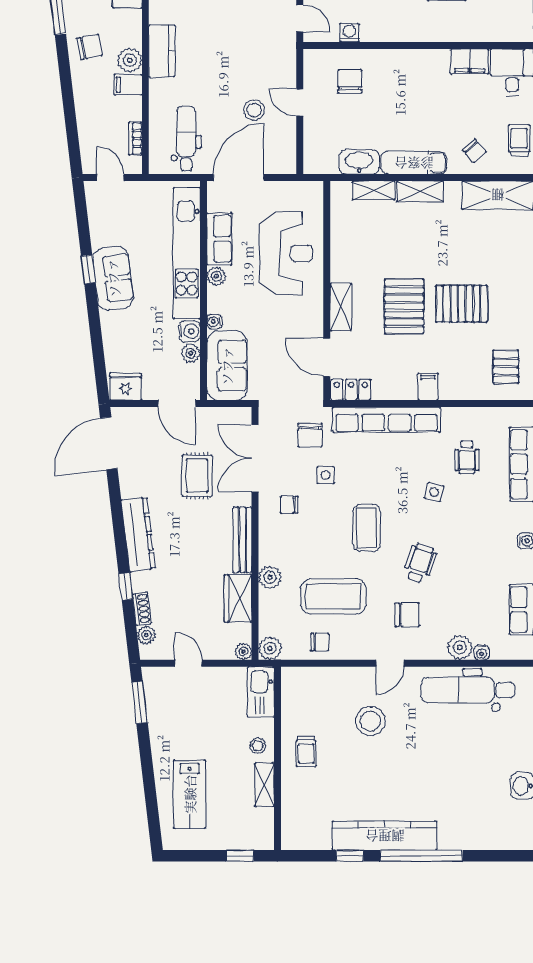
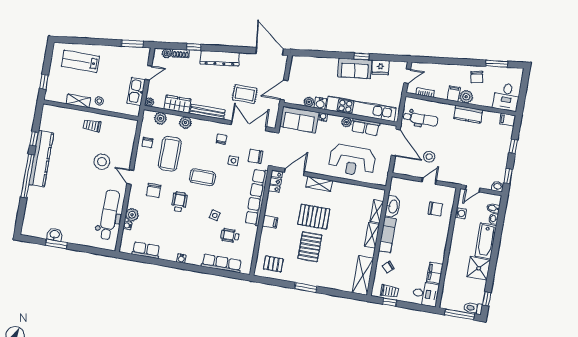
fridge: (125, 387) -> (380, 67), moved, turned 83
wheelchair: (420, 563) -> (179, 202), turned -109
plant: (270, 648) -> (161, 118), moved
kitchen sink: (261, 692) -> (136, 91), moved, turned -90

